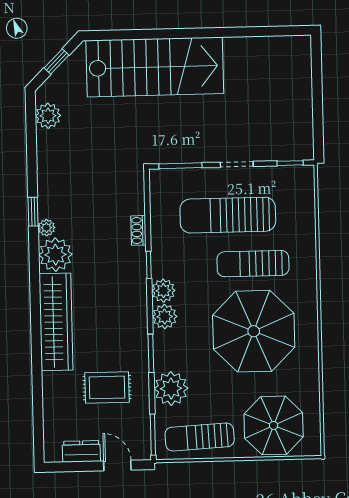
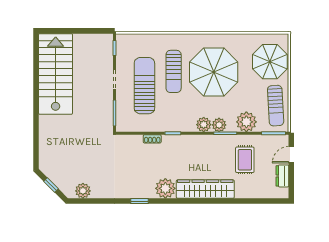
stairs: (155, 67) -> (56, 74), moved
sun lounger: (228, 215) -> (144, 86), turned 180
plant: (46, 228) -> (149, 193), removed
plant: (163, 291) -> (219, 125), moved

